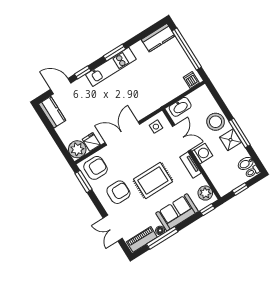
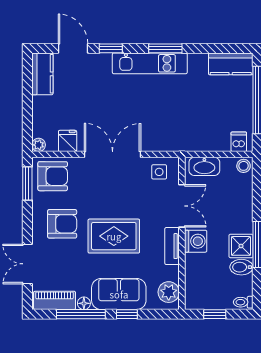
stool: (216, 122) -> (244, 166), moved, width x0.53, depth x0.53
plant: (77, 149) -> (39, 145), width x0.53, depth x0.53
bidet: (246, 163) -> (241, 267), moved
window: (207, 210) -> (127, 314), moved

